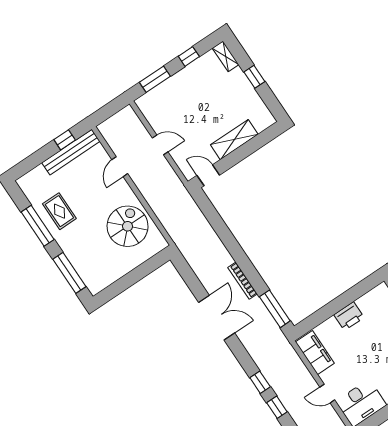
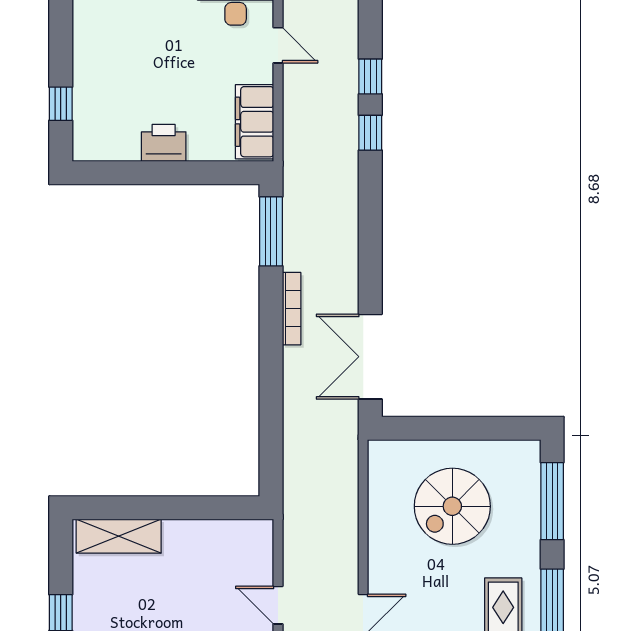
shelving: (234, 140) -> (119, 536), moved
door: (208, 175) -> (235, 508), removed
spiral stairs: (128, 226) -> (452, 506), moved
double door: (217, 318) -> (370, 357), moved

